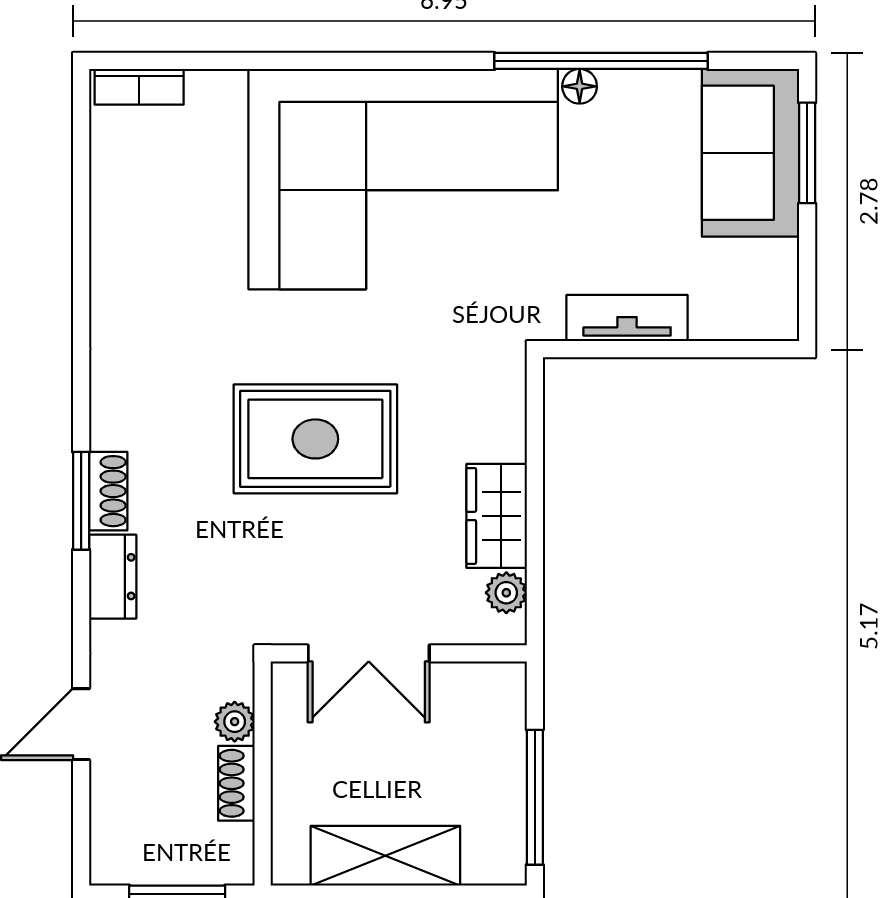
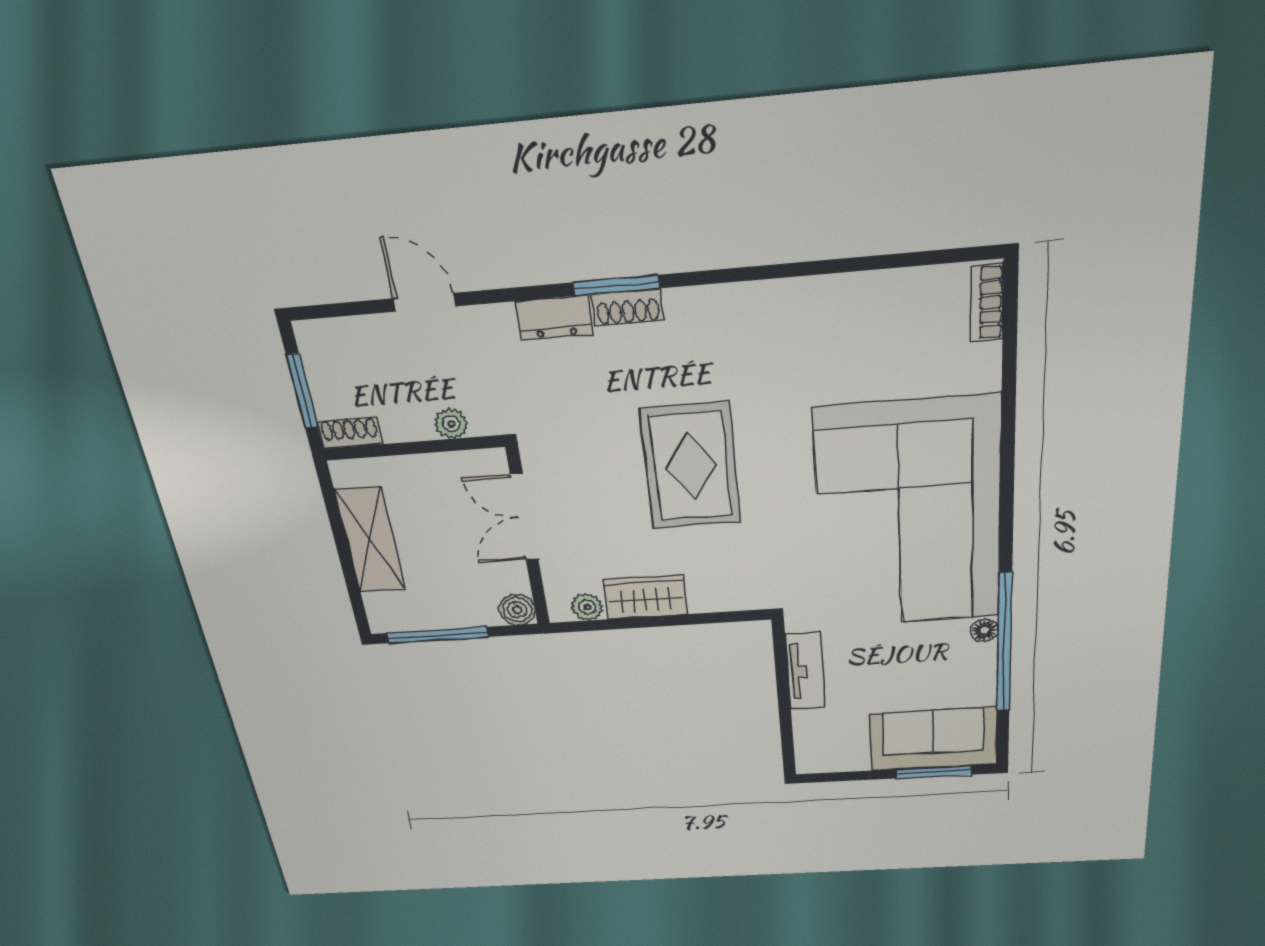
boiler: (504, 685) -> (517, 610), added
shoe rack: (236, 783) -> (350, 433), moved

